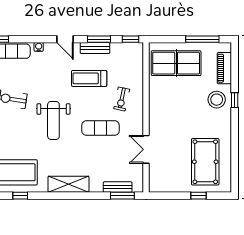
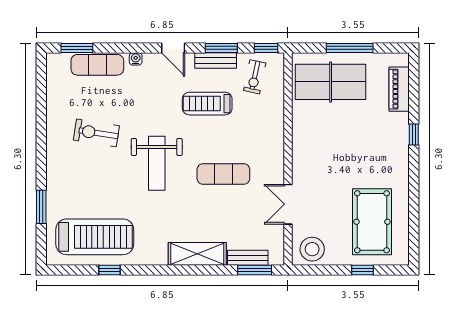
window: (202, 39) -> (350, 48), moved
exercise bike: (122, 99) -> (255, 77), moved
stool: (217, 100) -> (312, 249), moved
shelving: (68, 184) -> (197, 254), moved

